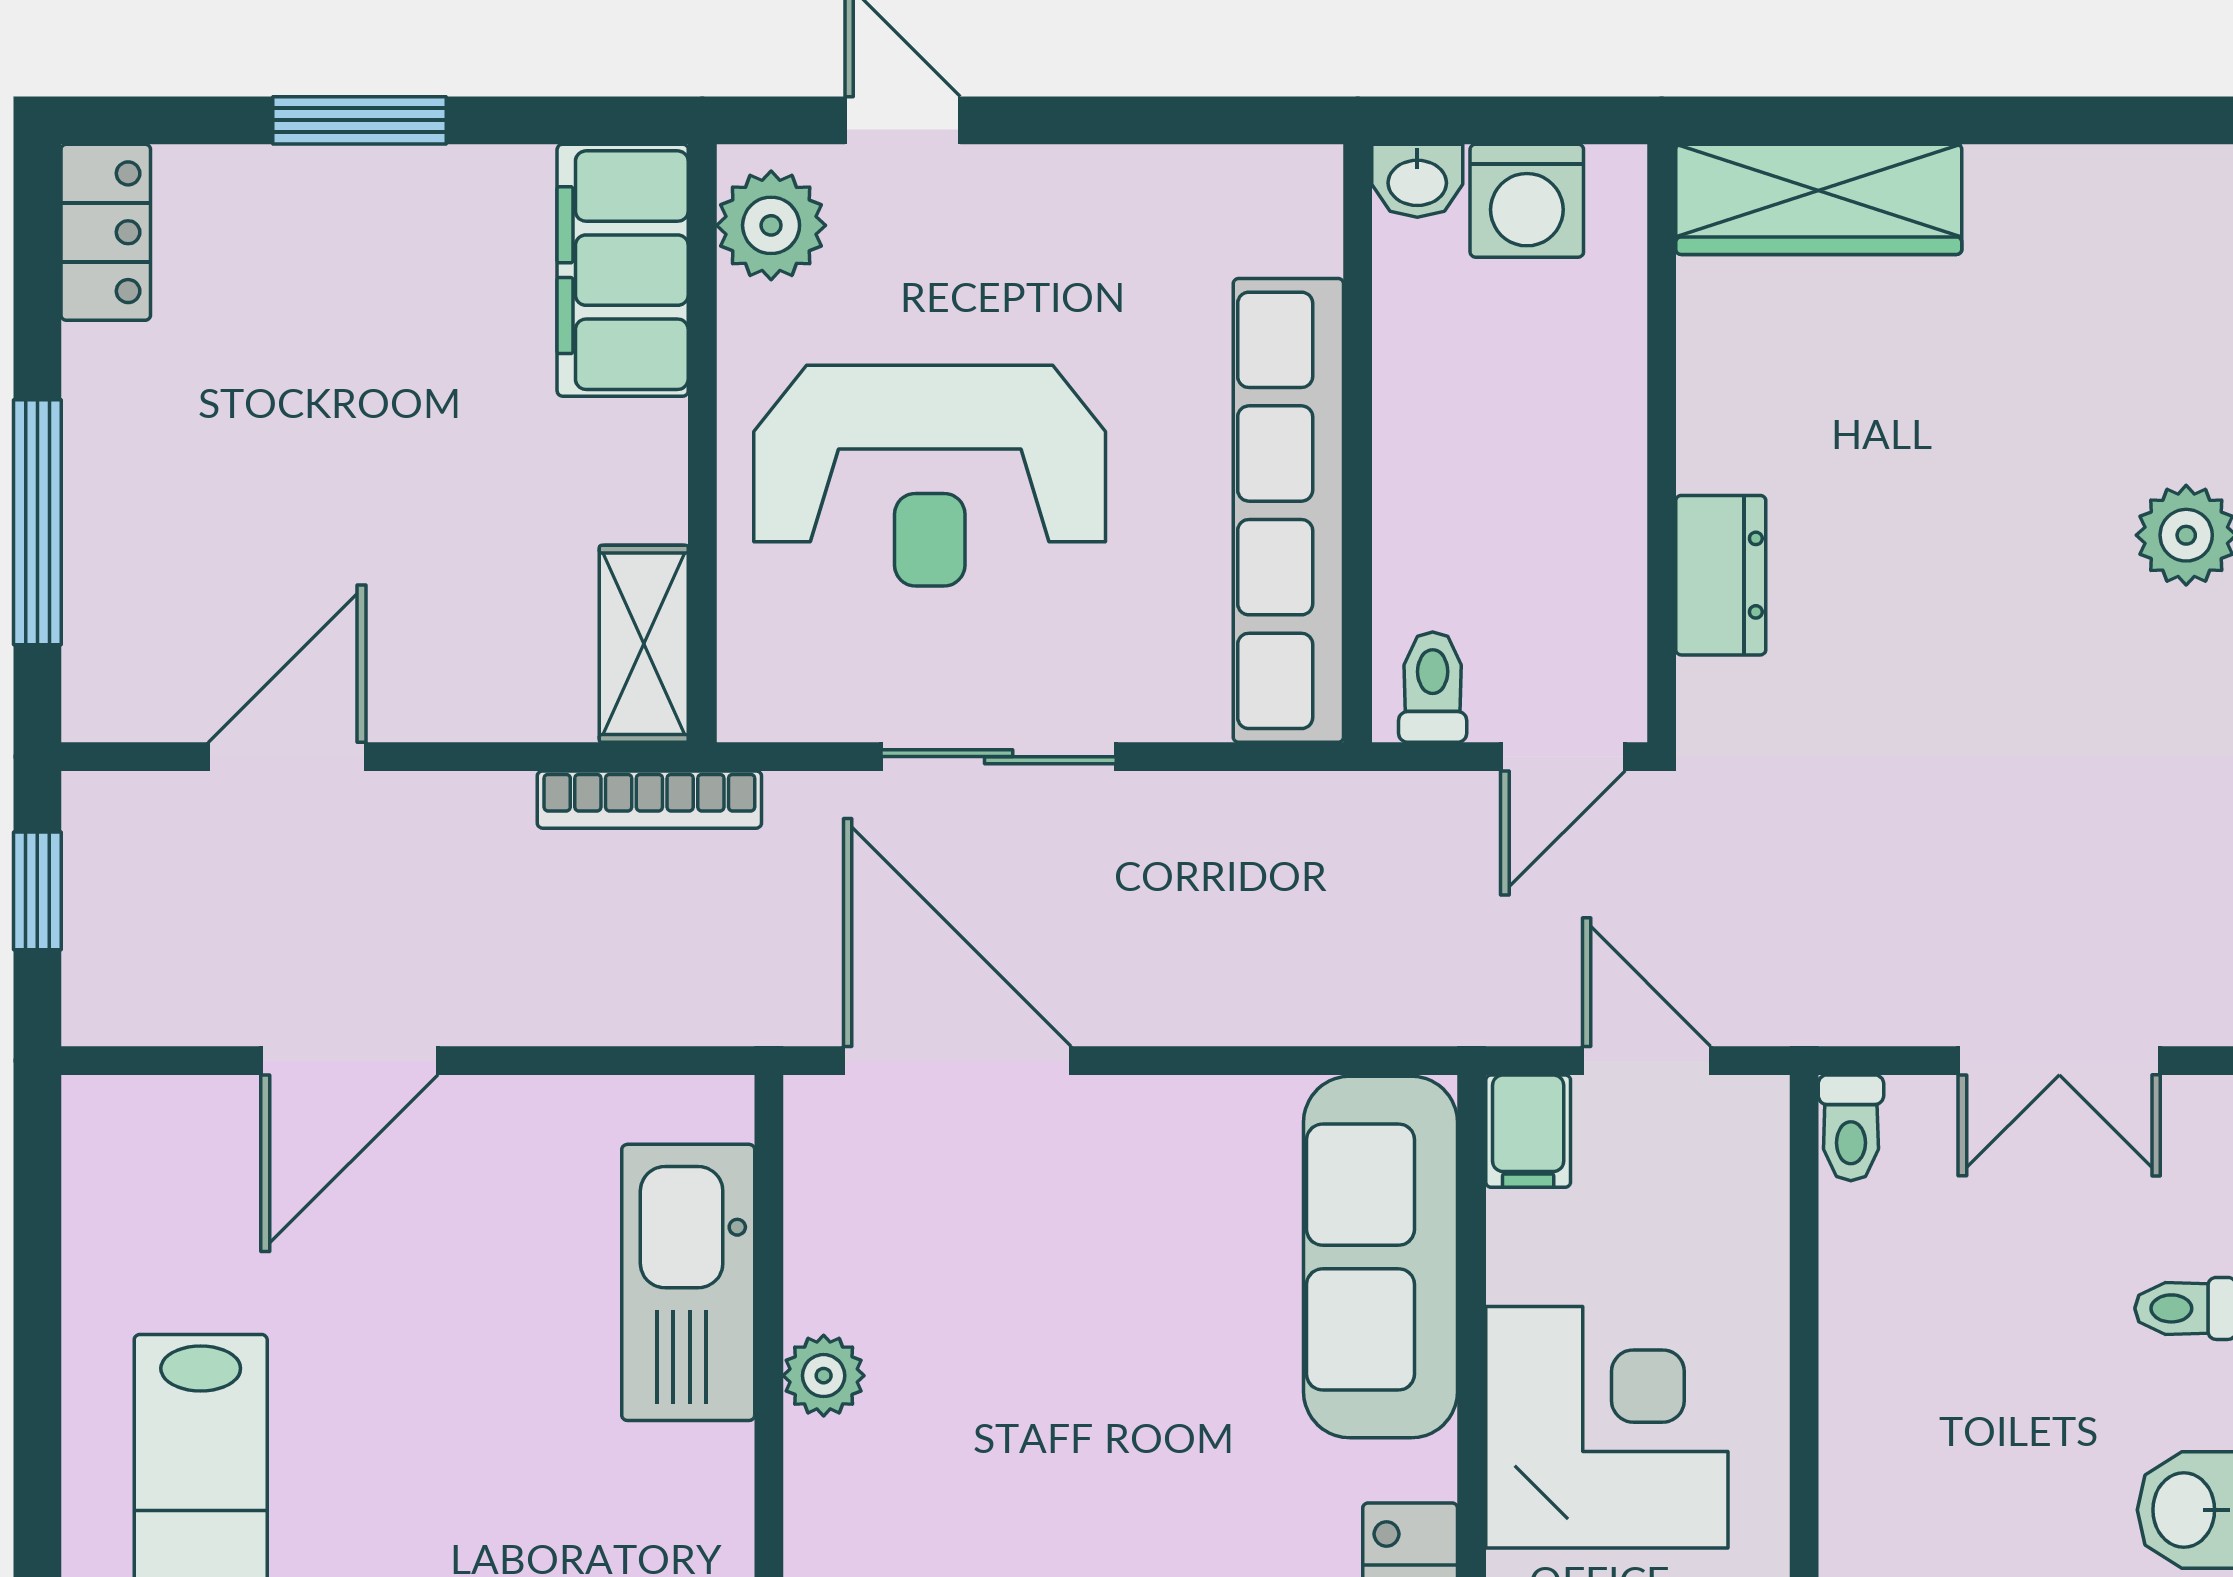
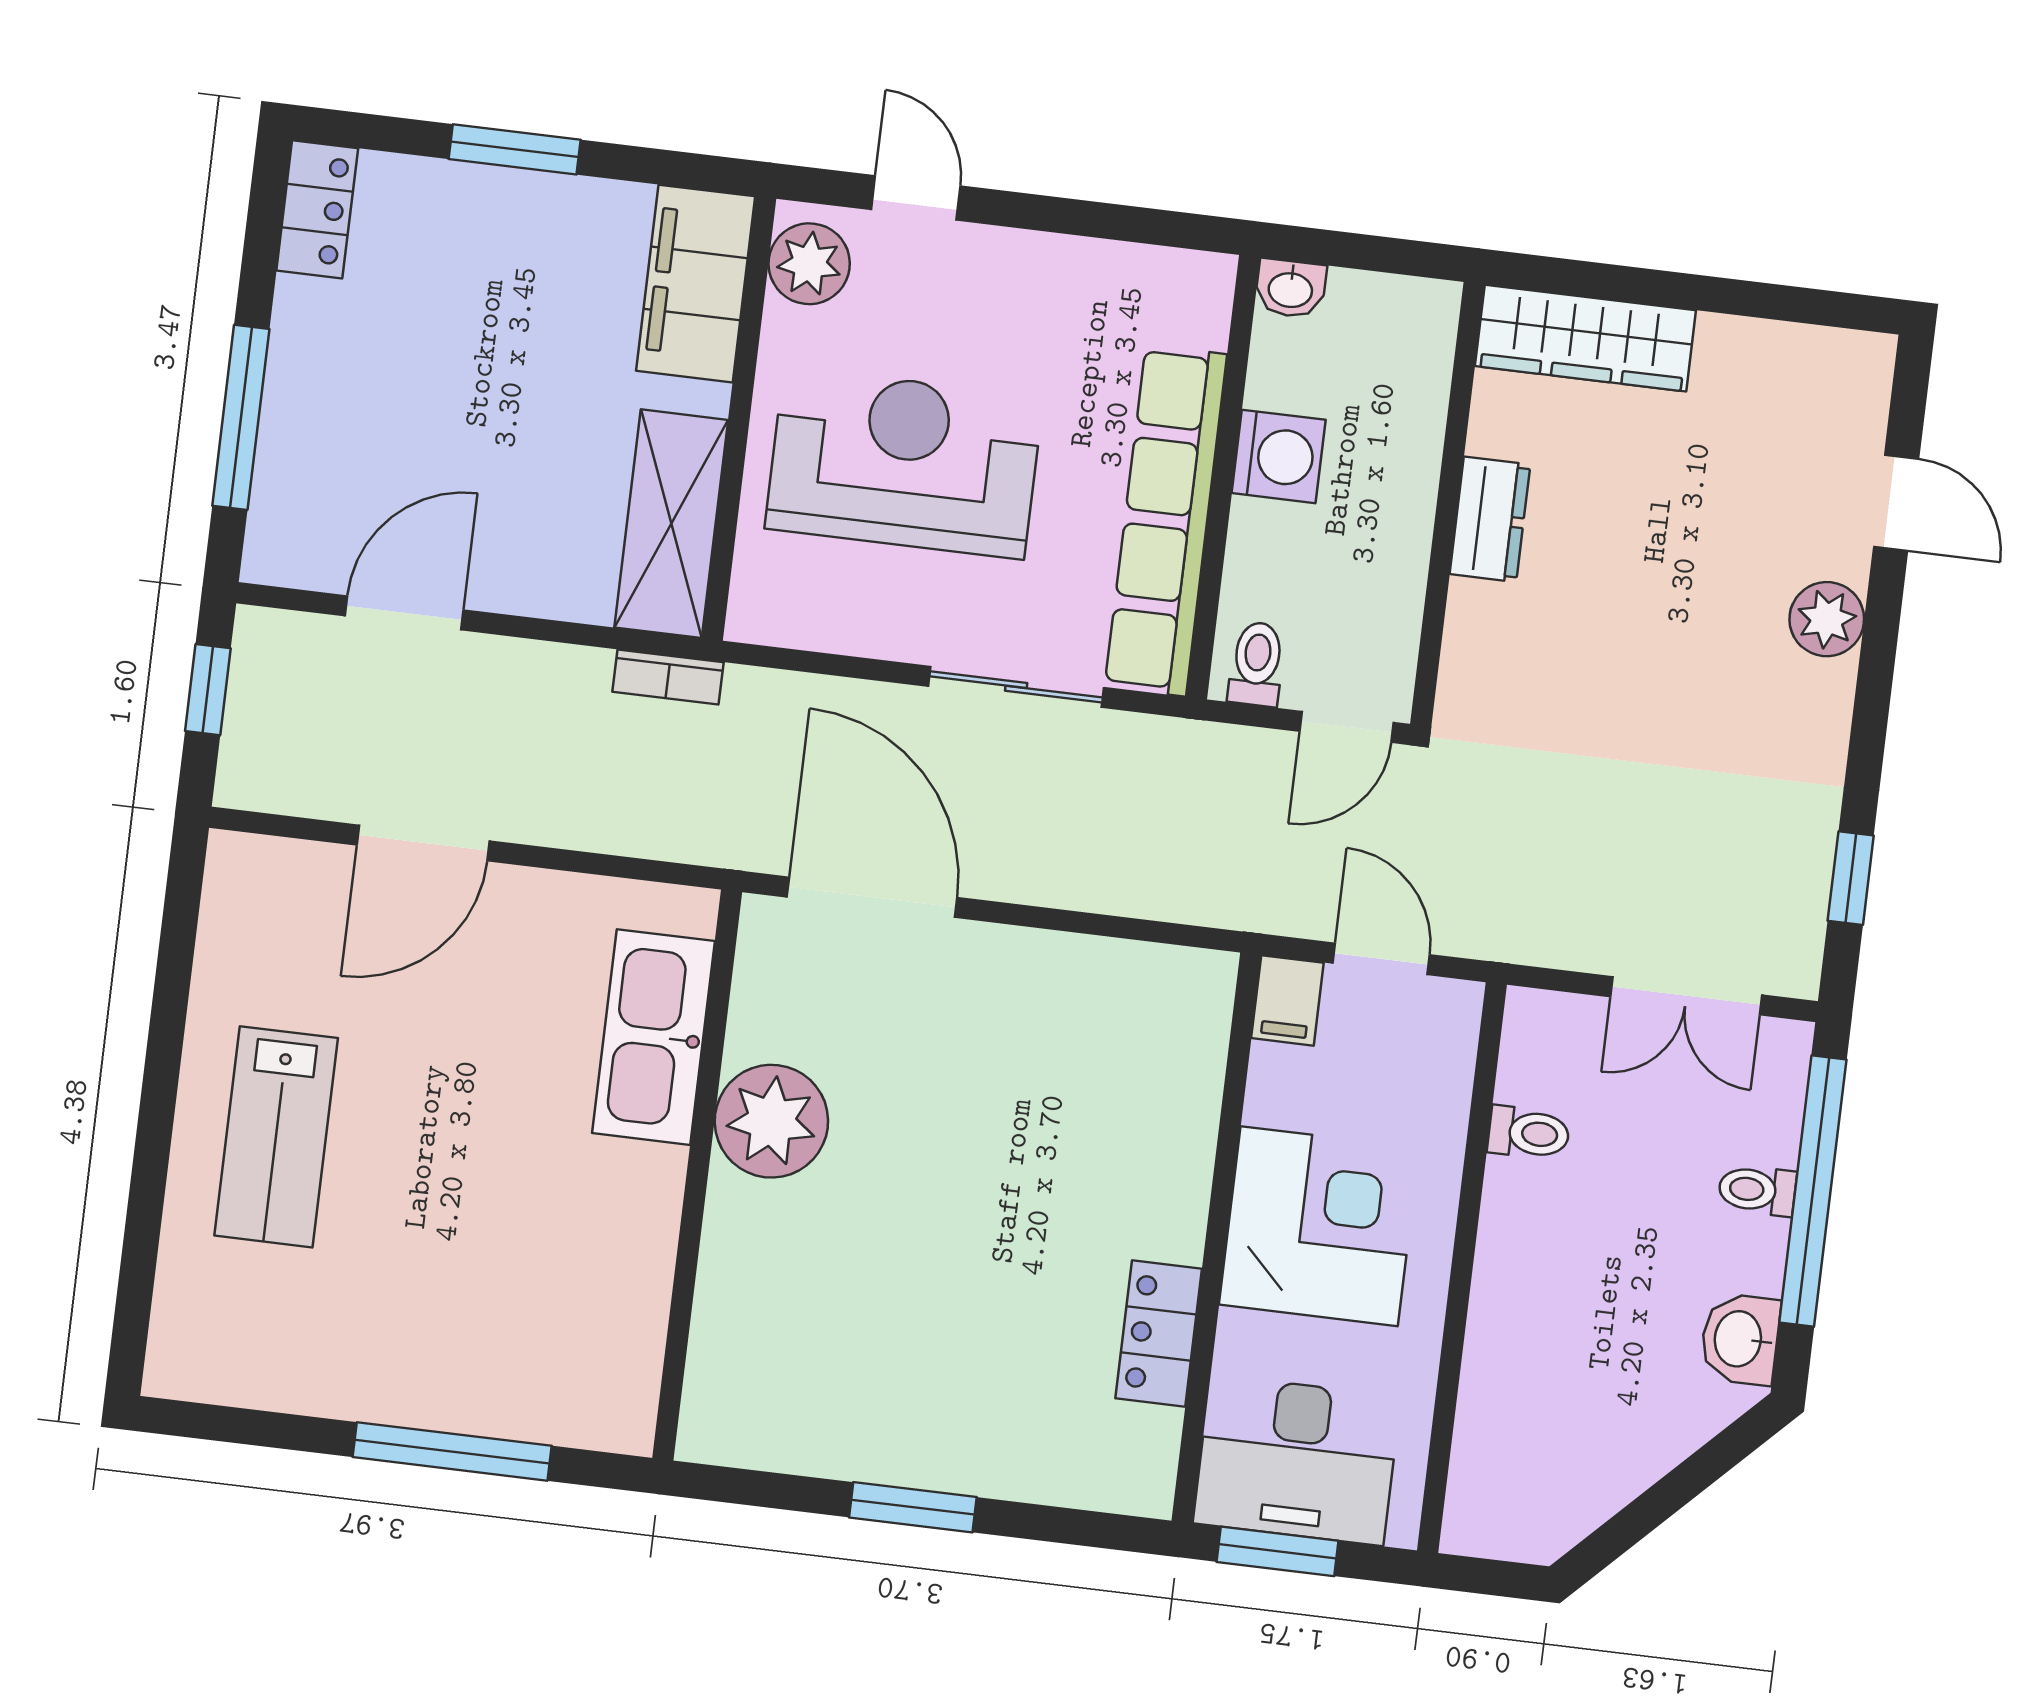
washing machine: (1527, 201) -> (1279, 456), moved, turned -90
reception desk: (930, 476) -> (904, 463), turned 180
dresser: (1721, 575) -> (1490, 519), moved
shelving: (644, 644) -> (671, 524), width x1.50, depth x1.33
sliding door: (999, 757) -> (1016, 687), moved
bookcase: (649, 800) -> (668, 677), width x0.64
toilet: (1851, 1128) -> (1529, 1133), moved, turned -90
sofa: (1381, 1257) -> (1167, 1080), removed
plant: (824, 1376) -> (771, 1121), width x1.87, depth x1.87

